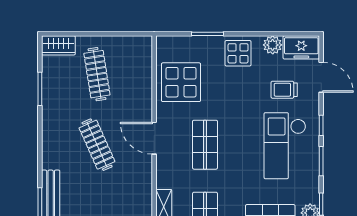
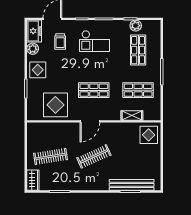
checkout: (285, 146) -> (94, 41), width x0.73, depth x0.83

